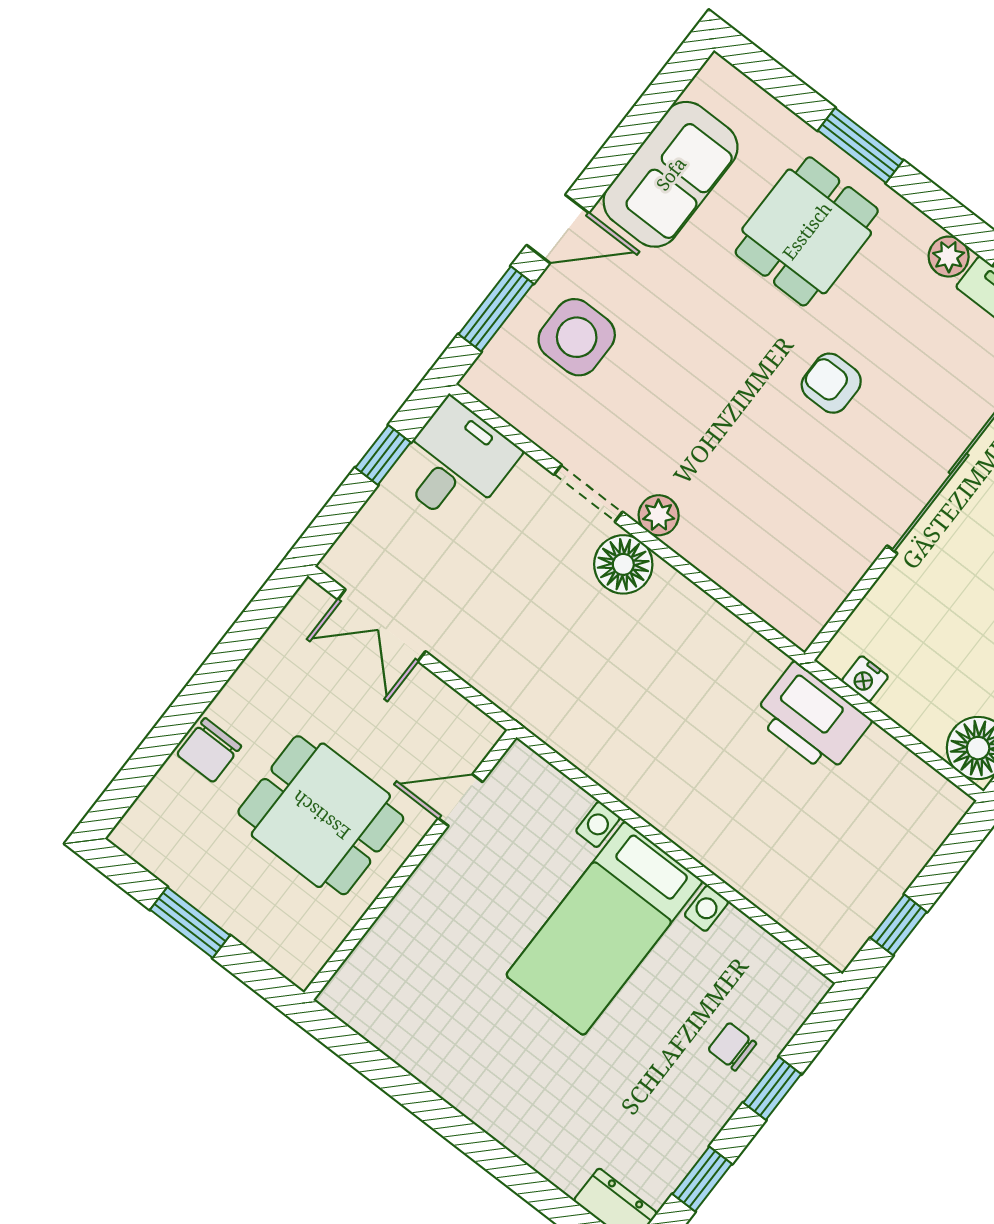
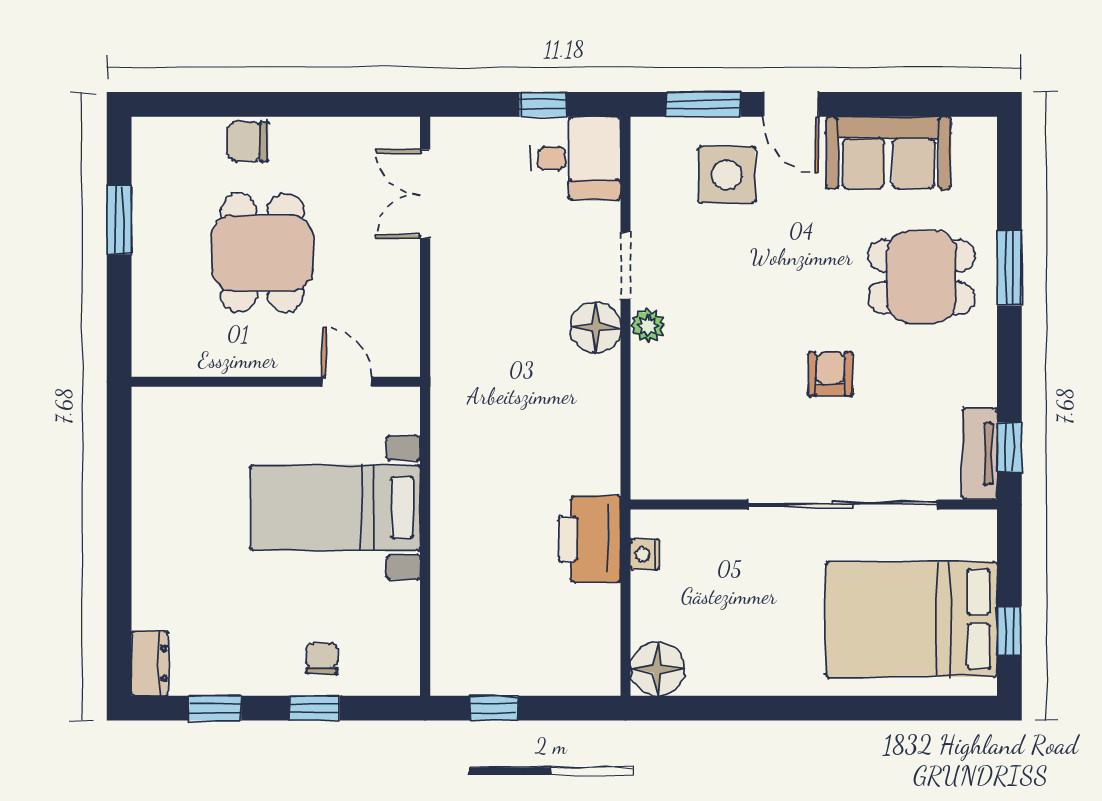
plant: (949, 257) -> (980, 388), removed
door: (460, 800) -> (347, 382), moved
wall: (410, 865) -> (276, 382), moved

